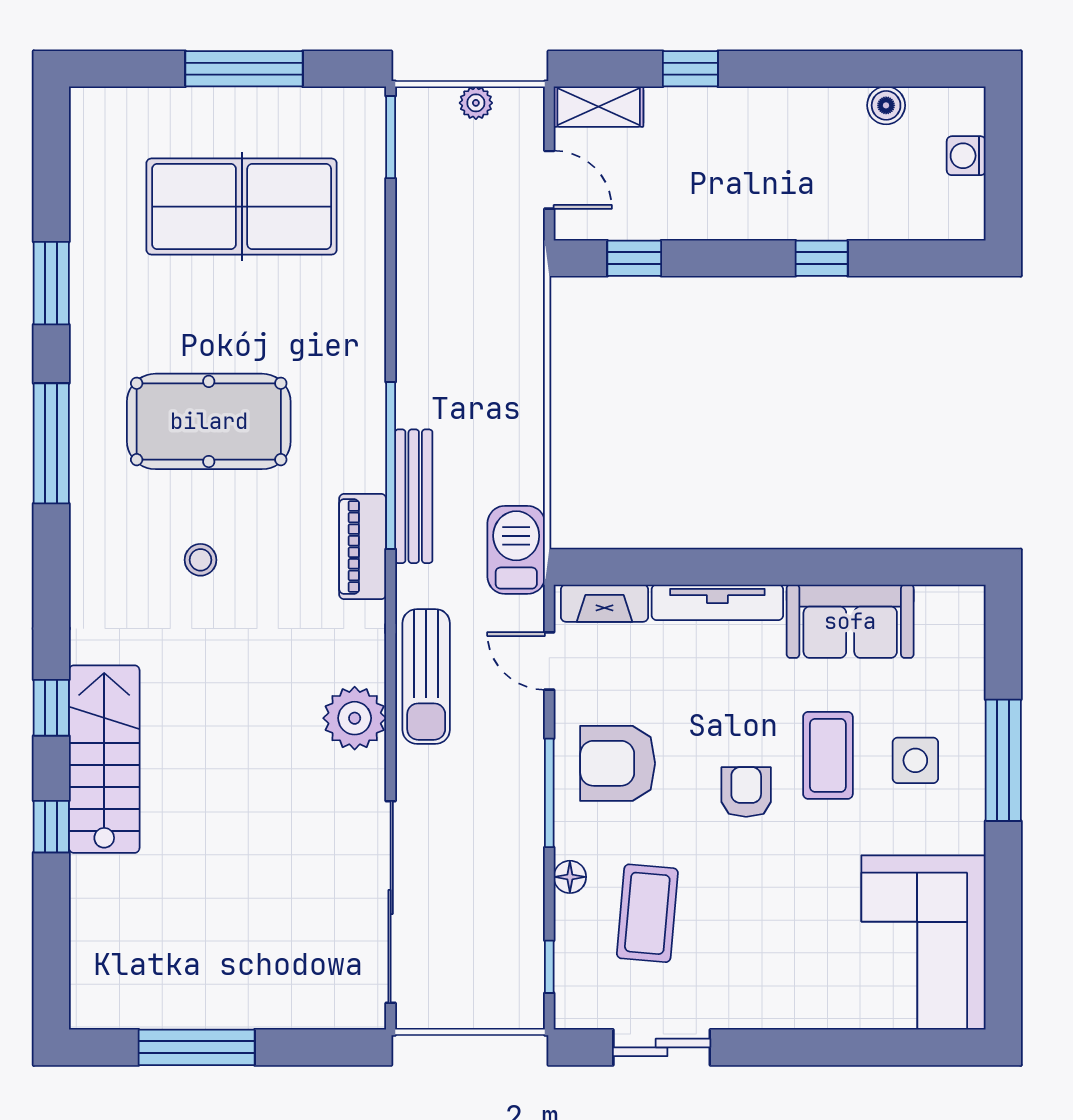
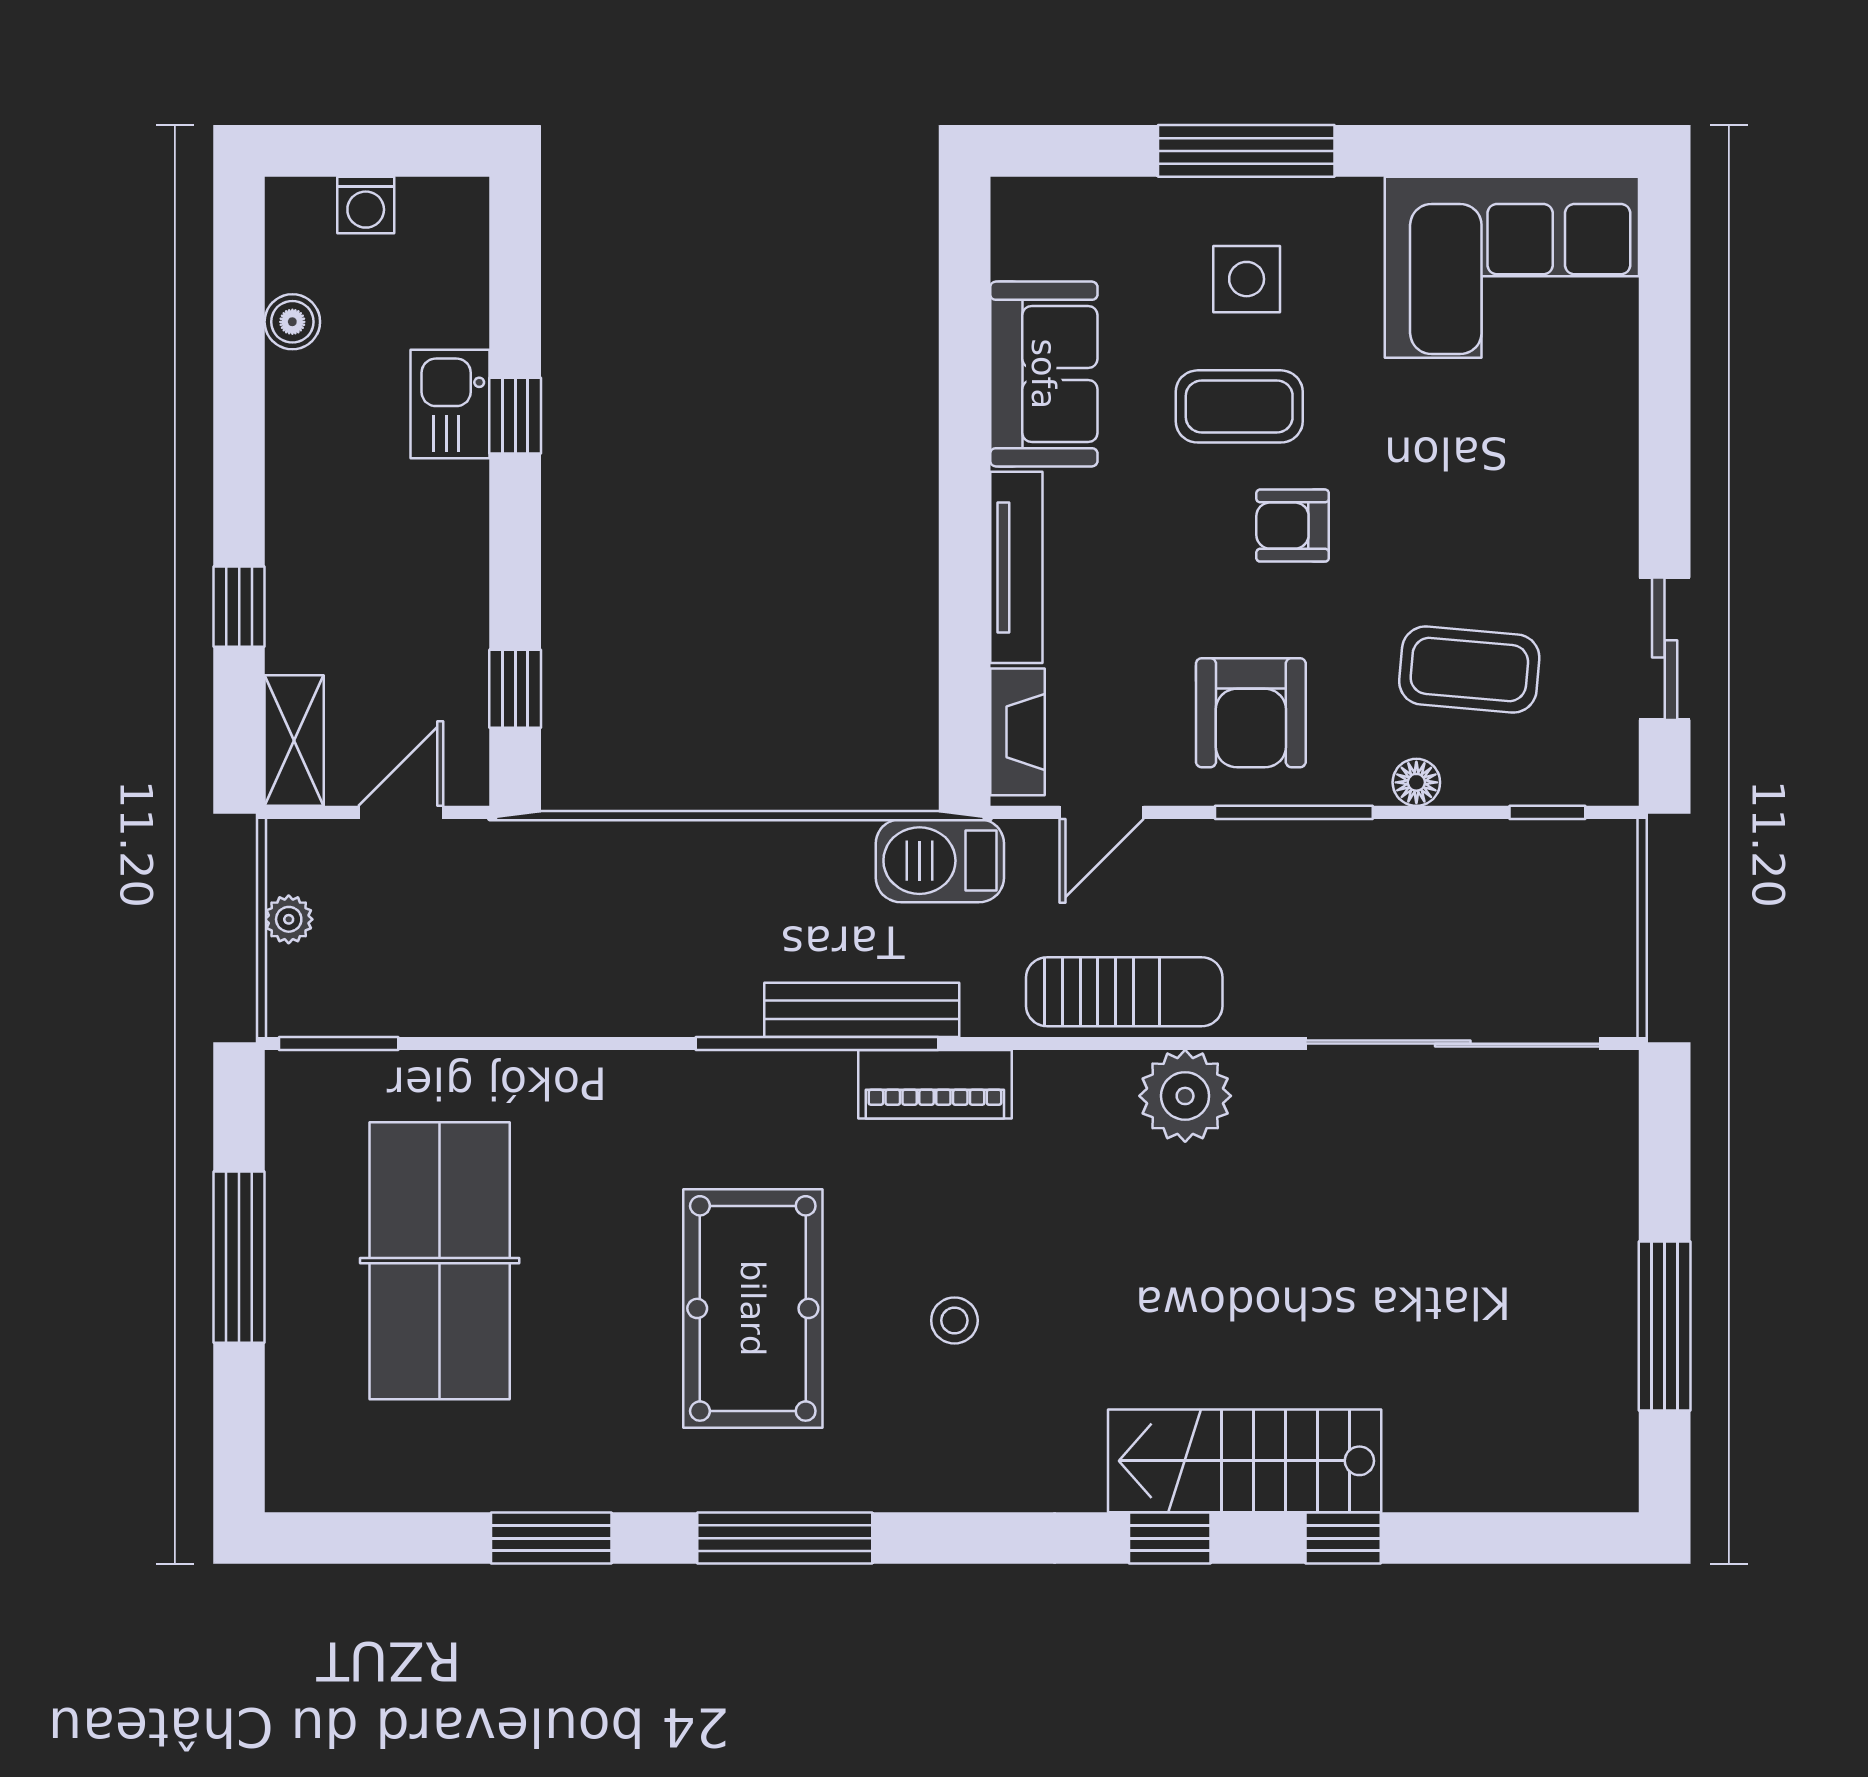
kitchen sink: (830, 214) -> (450, 404), added

